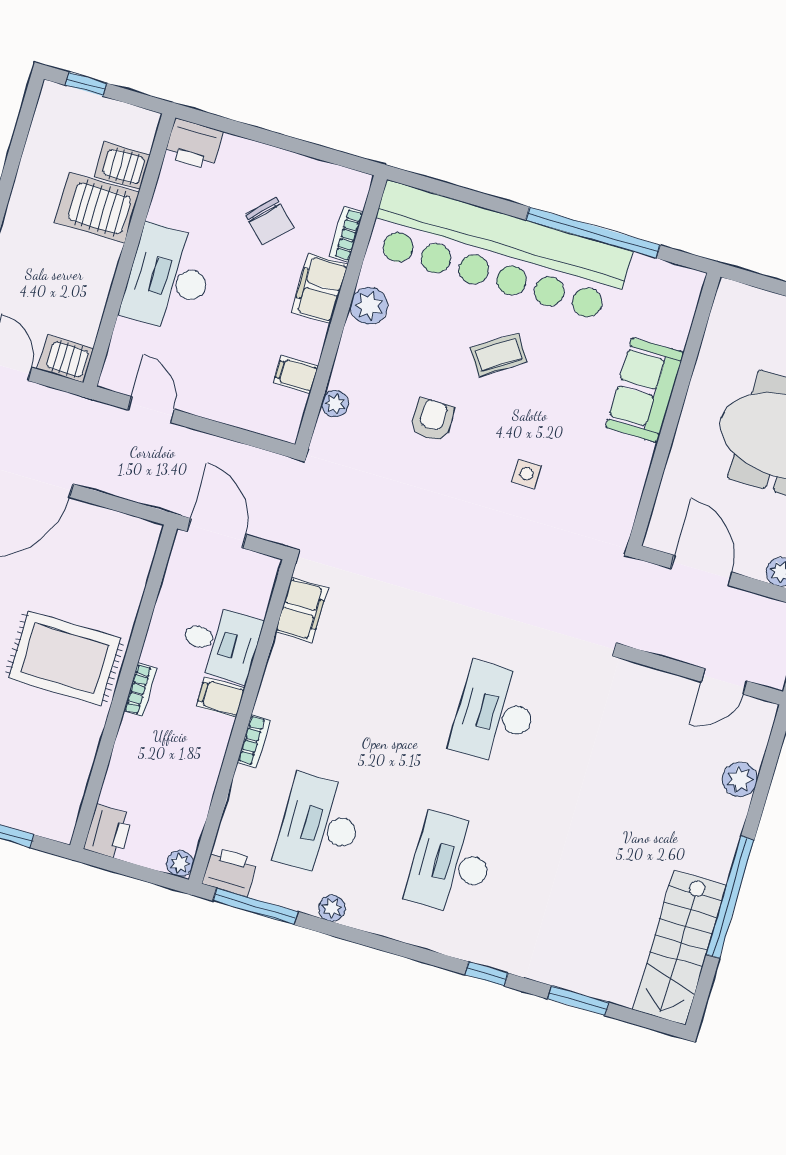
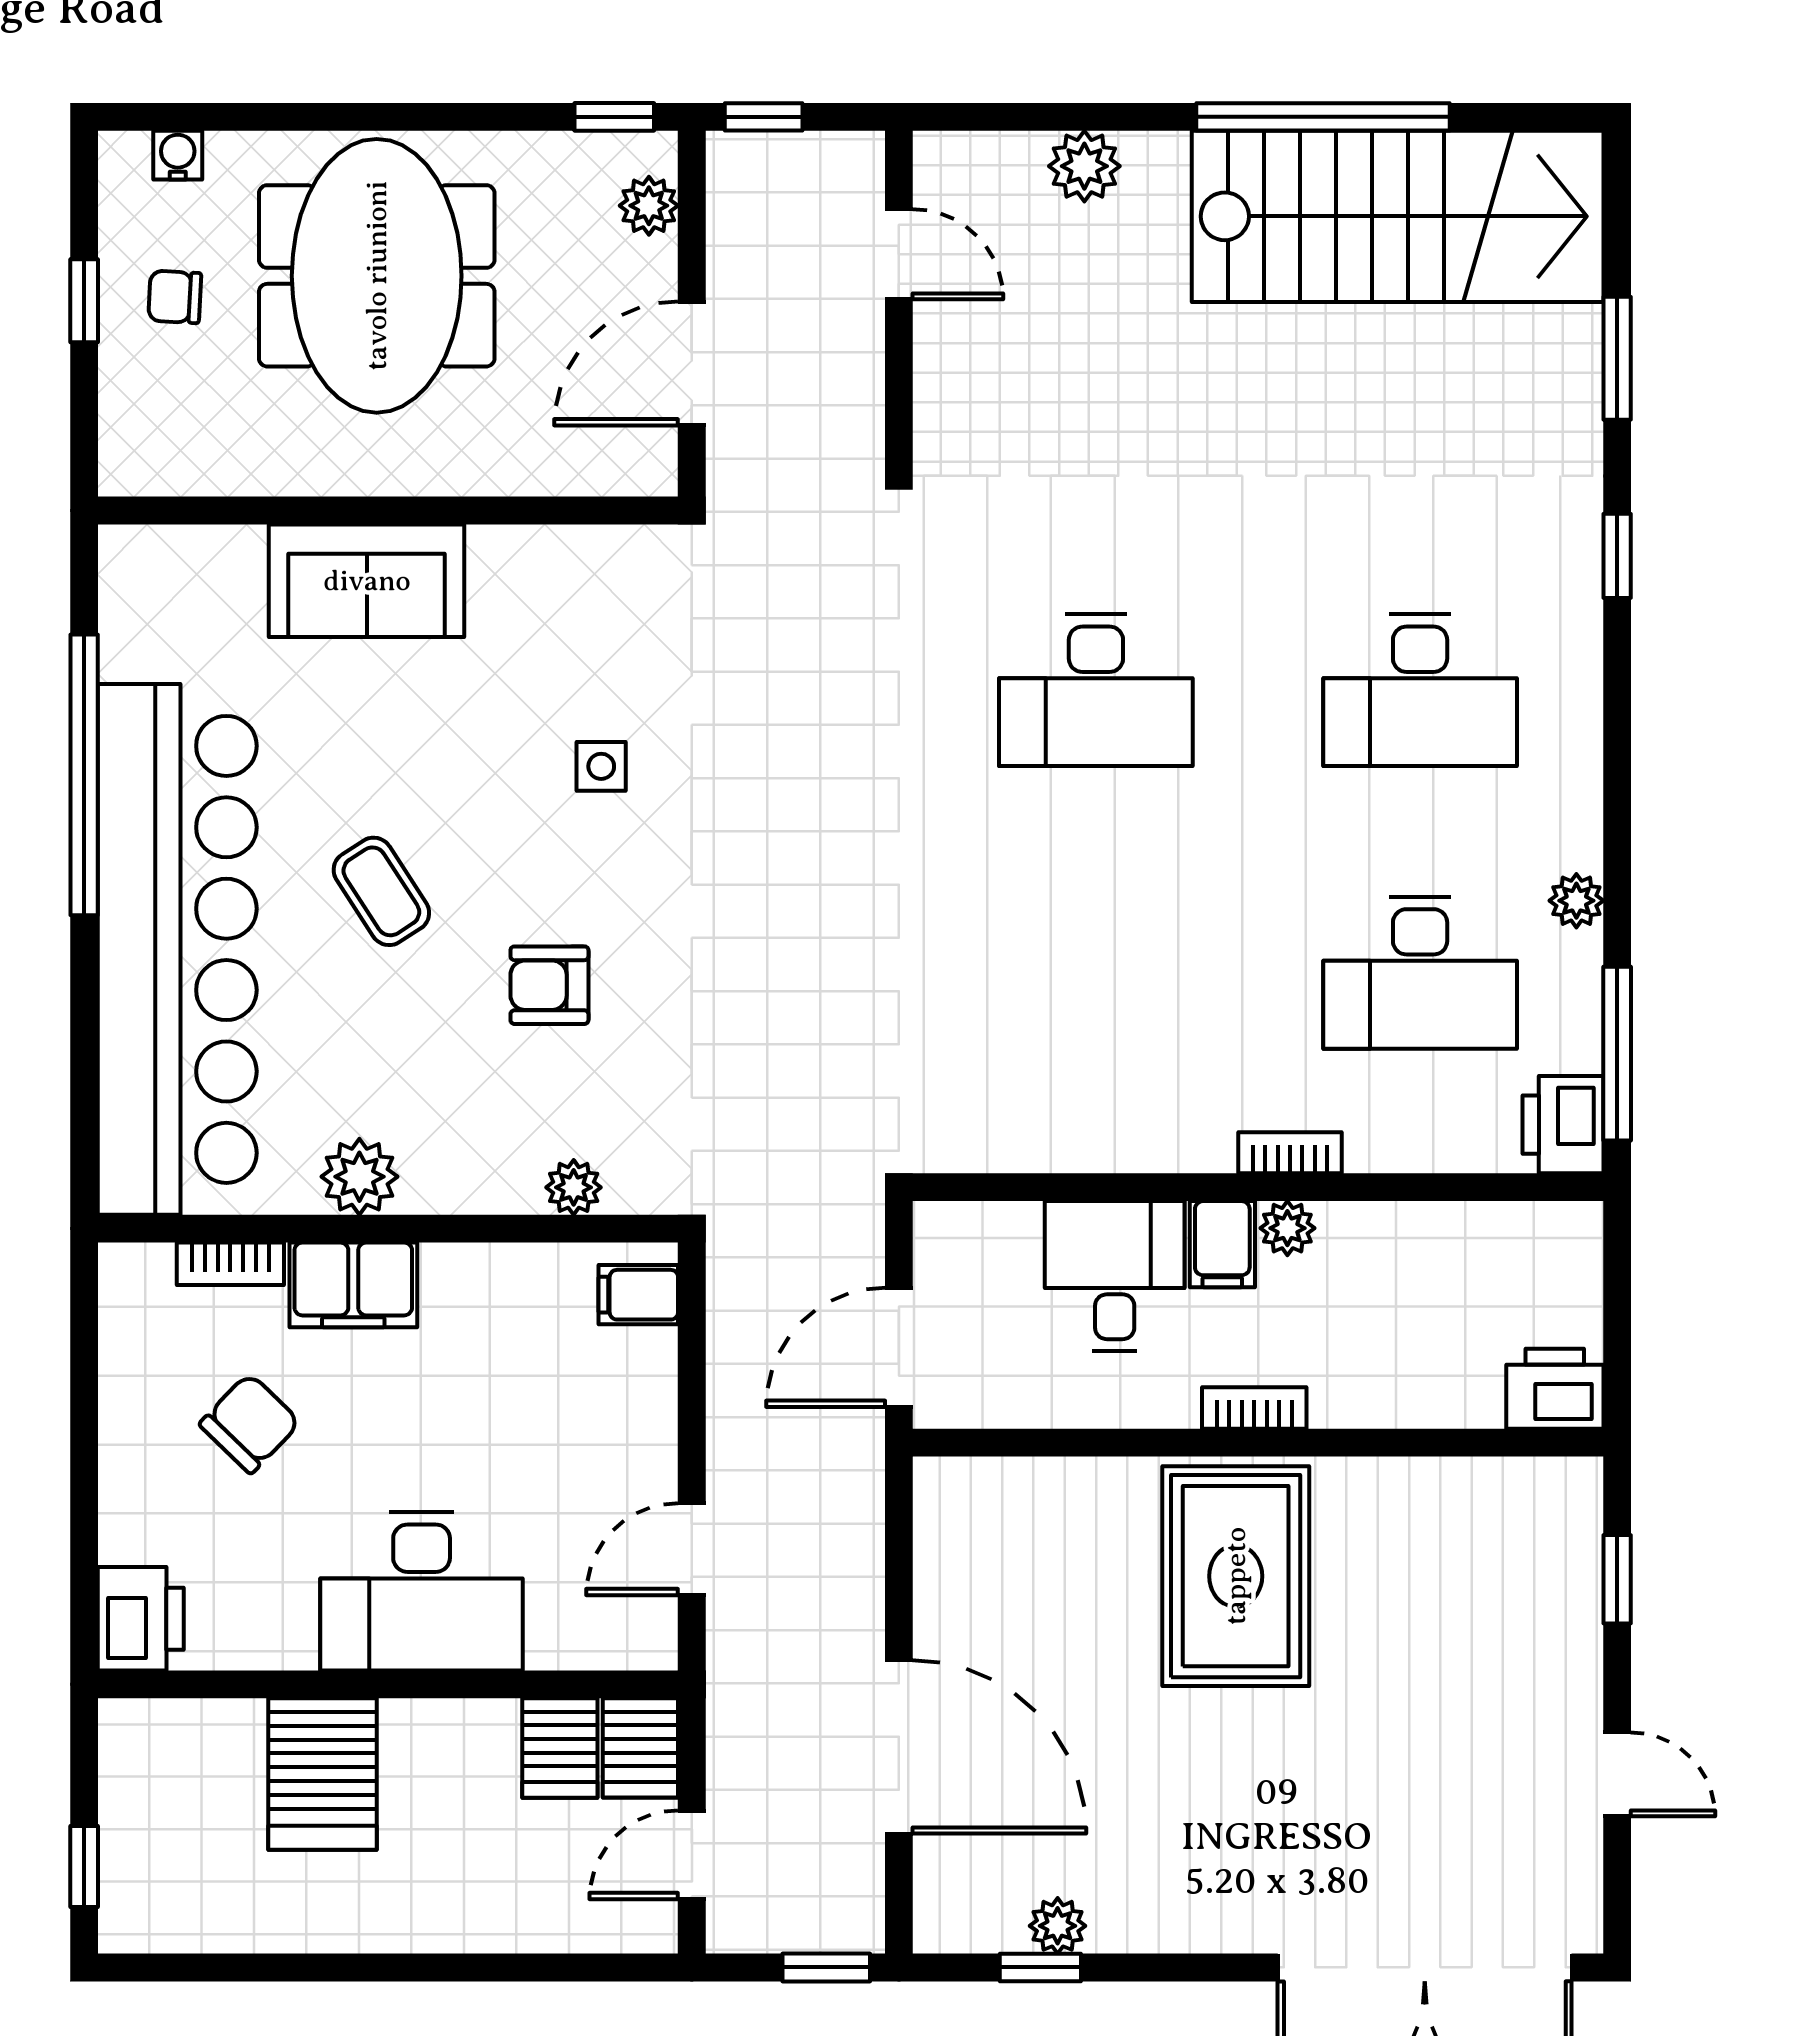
server rack: (122, 166) -> (560, 1748), moved
filing cabinet: (296, 374) -> (638, 1295), moved, turned 90
filing cabinet: (302, 610) -> (1002, 1134), removed
plant: (180, 864) -> (1287, 1228), moved
stairs: (680, 947) -> (1398, 216), width x1.36, depth x1.51

